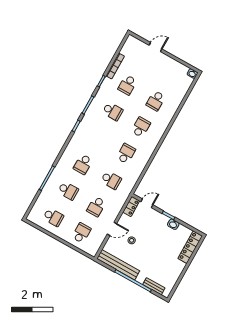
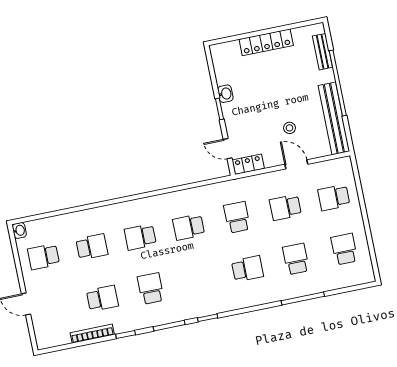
school desk: (170, 74) -> (43, 257), added
school desk: (96, 207) -> (285, 207), turned 180
locker: (190, 247) -> (266, 42), moved

